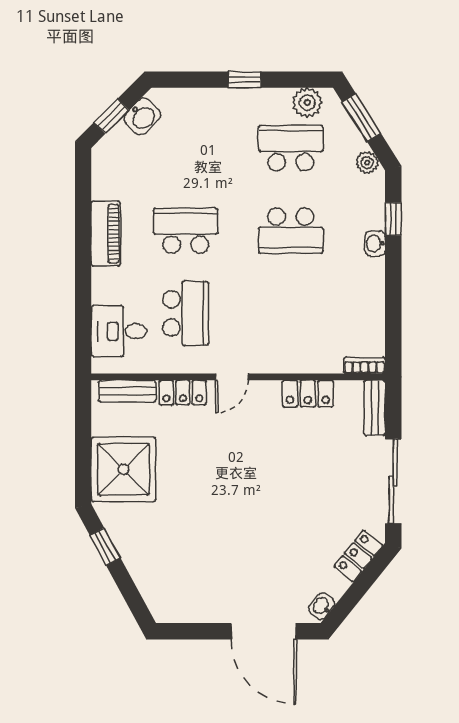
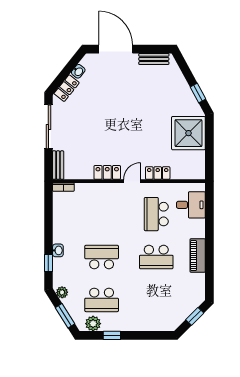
window: (245, 80) -> (112, 335), moved
washbasin: (142, 117) -> (179, 316), removed
bench: (127, 391) -> (154, 59), moved
locker: (308, 394) -> (107, 172), moved
washbasin: (322, 606) -> (78, 71), moved

